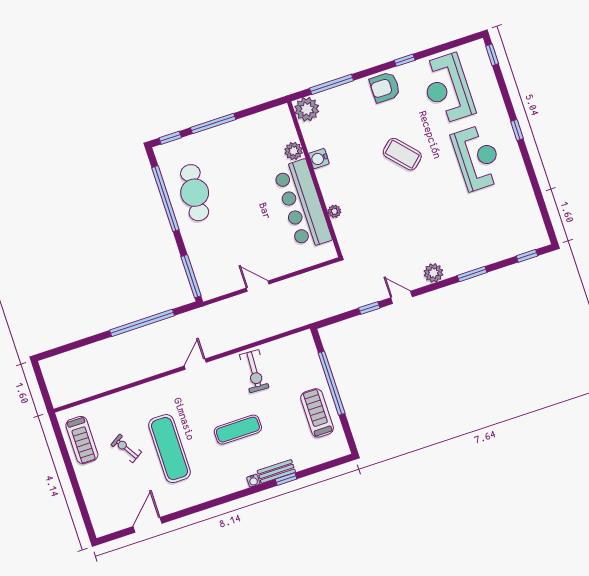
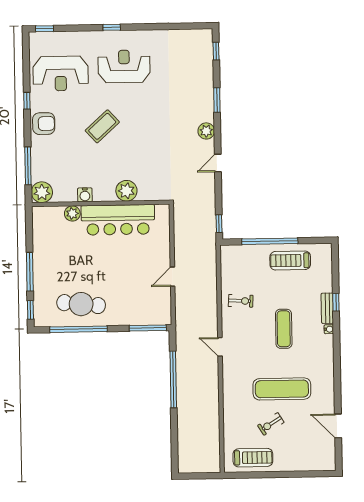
armchair: (385, 87) -> (44, 124), turned -90
plant: (334, 211) -> (126, 191), width x1.87, depth x1.87
window: (369, 308) -> (219, 224), moved
exercise bike: (254, 371) -> (241, 301), width x0.73, depth x0.72

